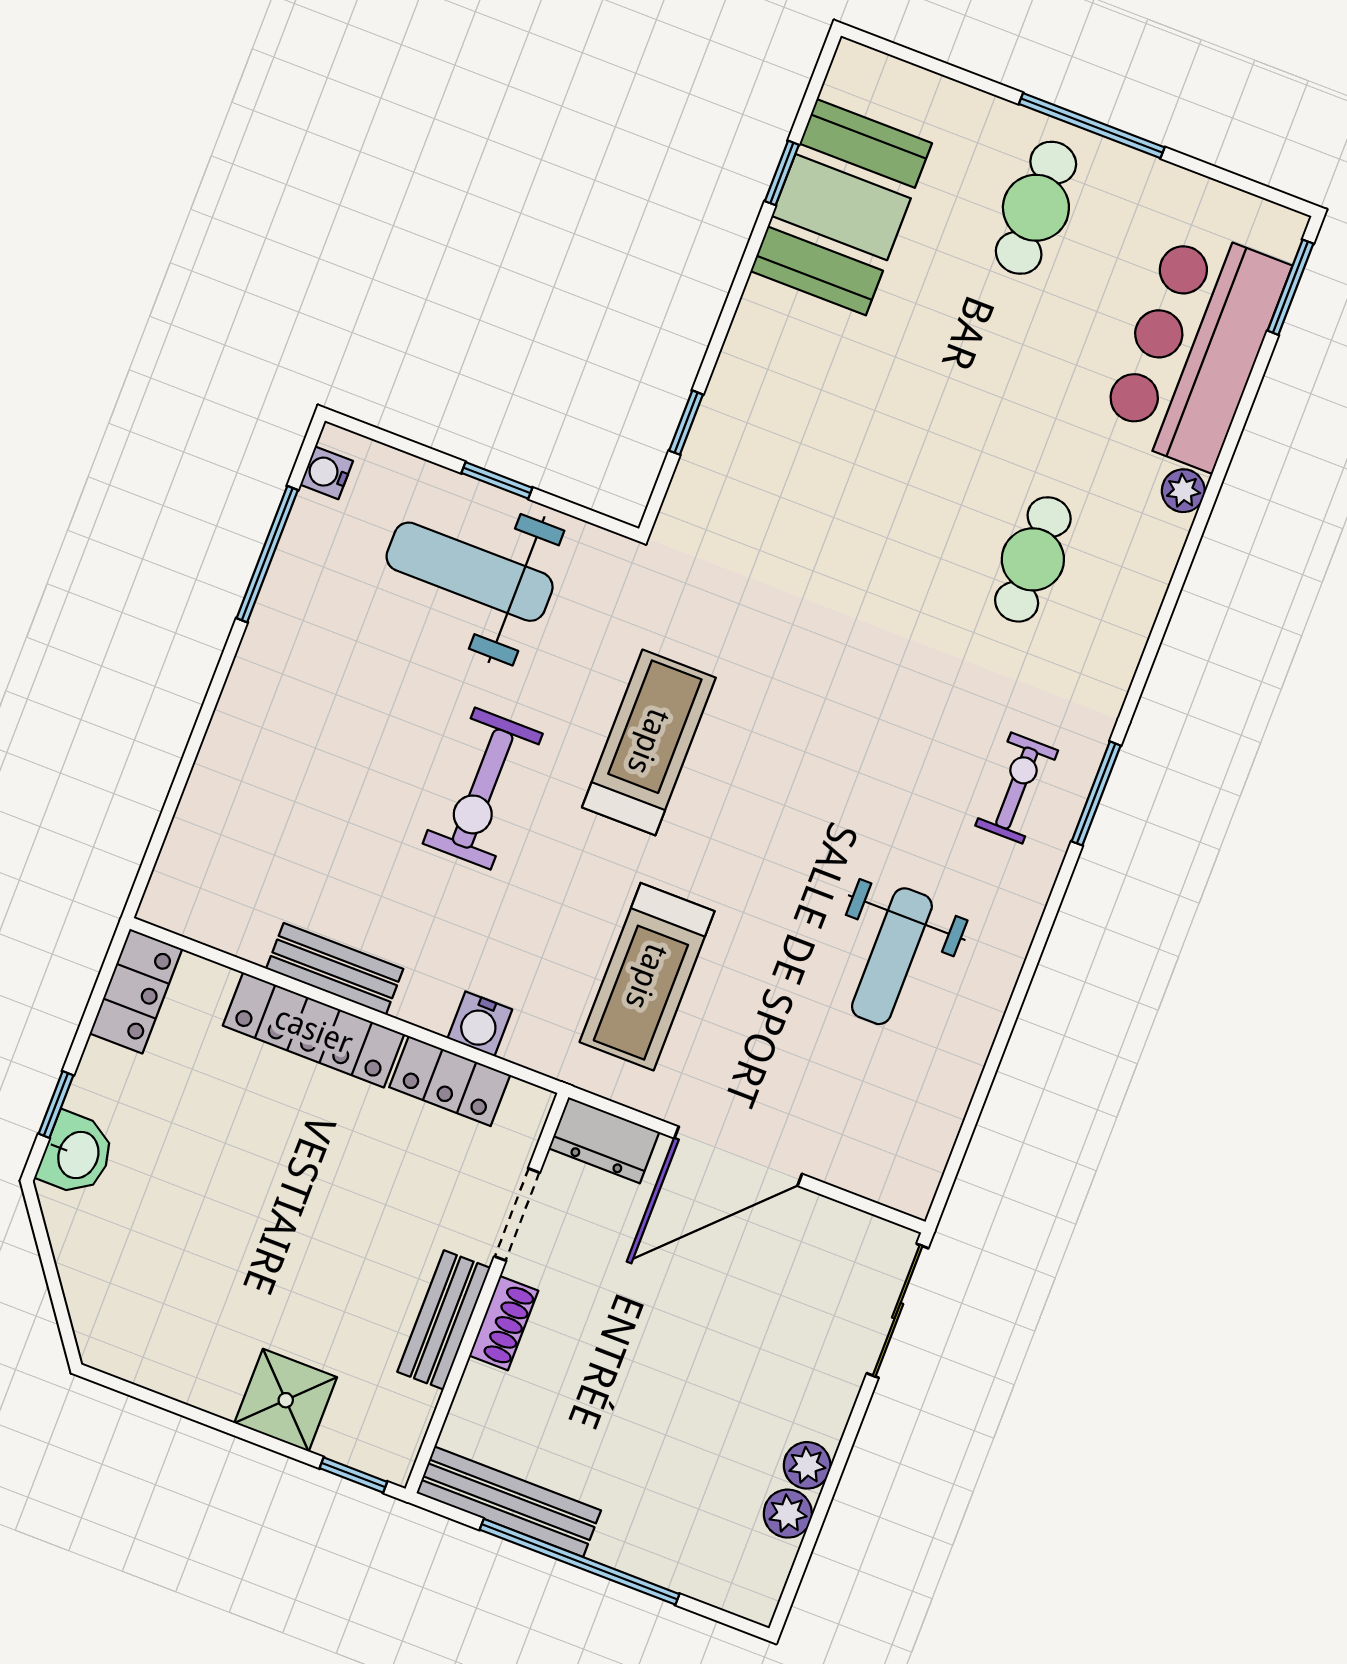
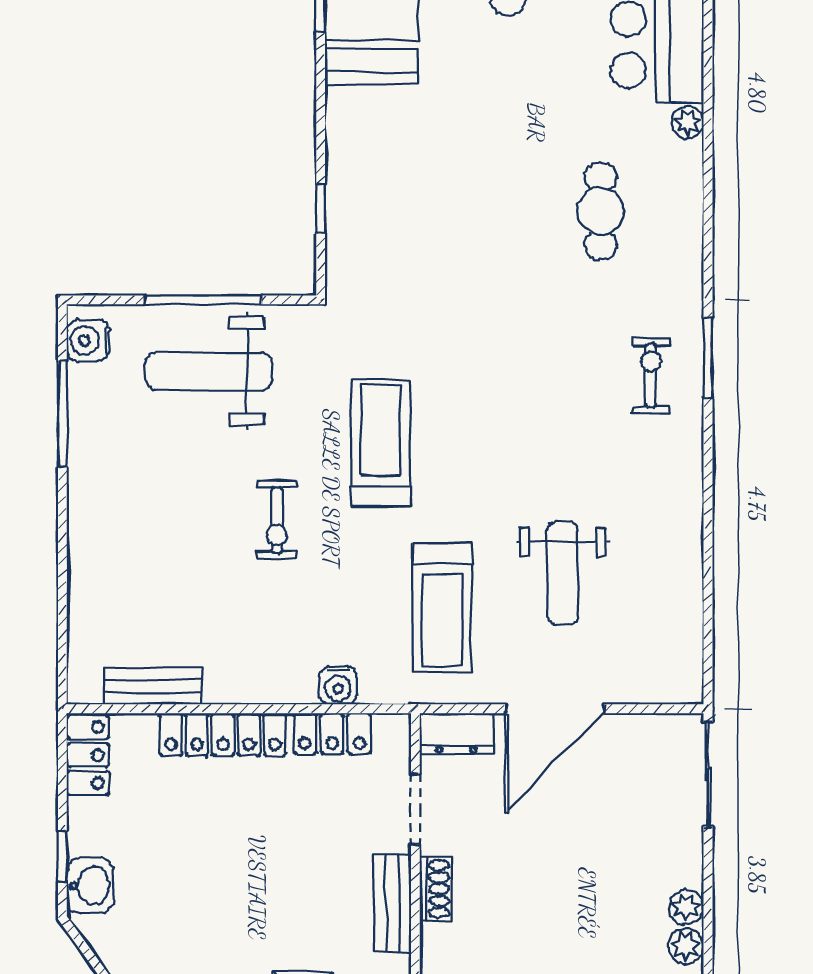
water cooler: (327, 473) -> (88, 340), width x1.38, depth x1.38
window: (497, 480) -> (204, 300), width x2.17
exercise bike: (483, 789) -> (277, 520), width x0.73, depth x0.72
weight bench: (892, 956) -> (563, 573), moved
bench: (335, 969) -> (153, 686), moved

